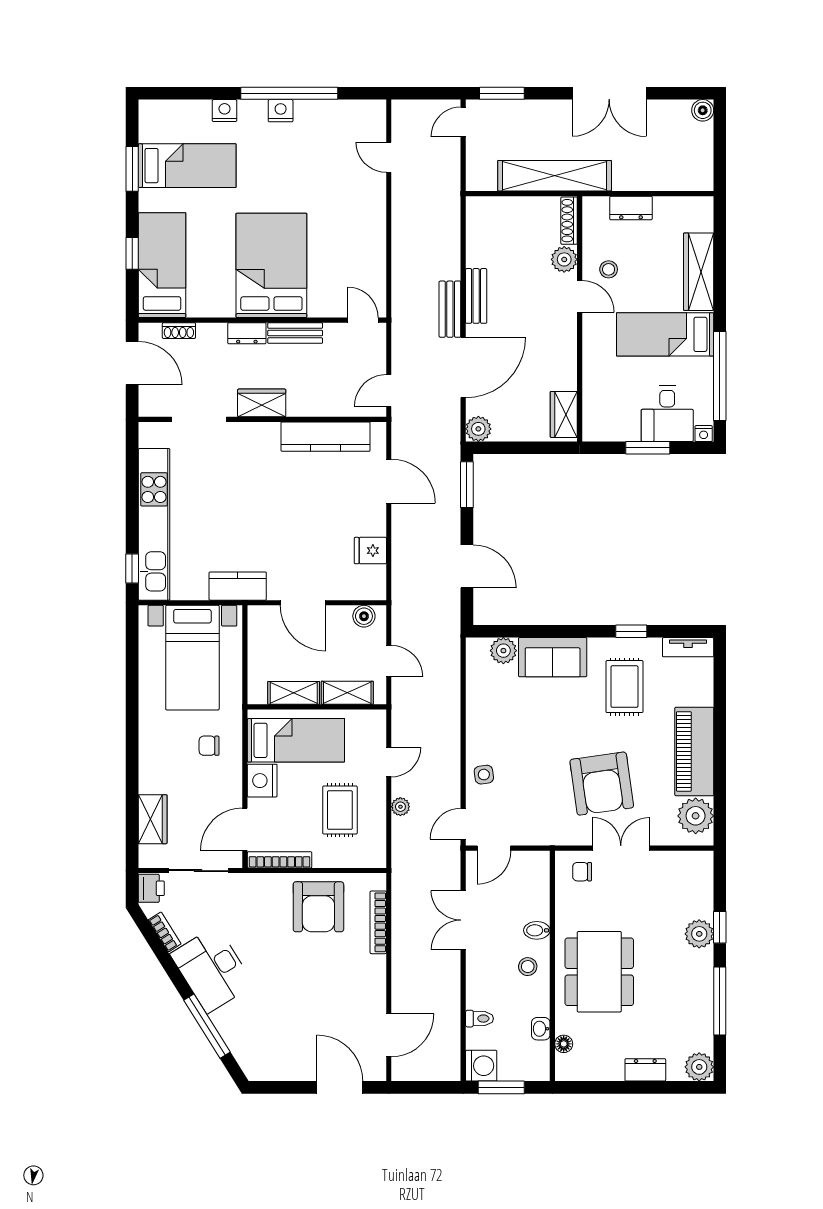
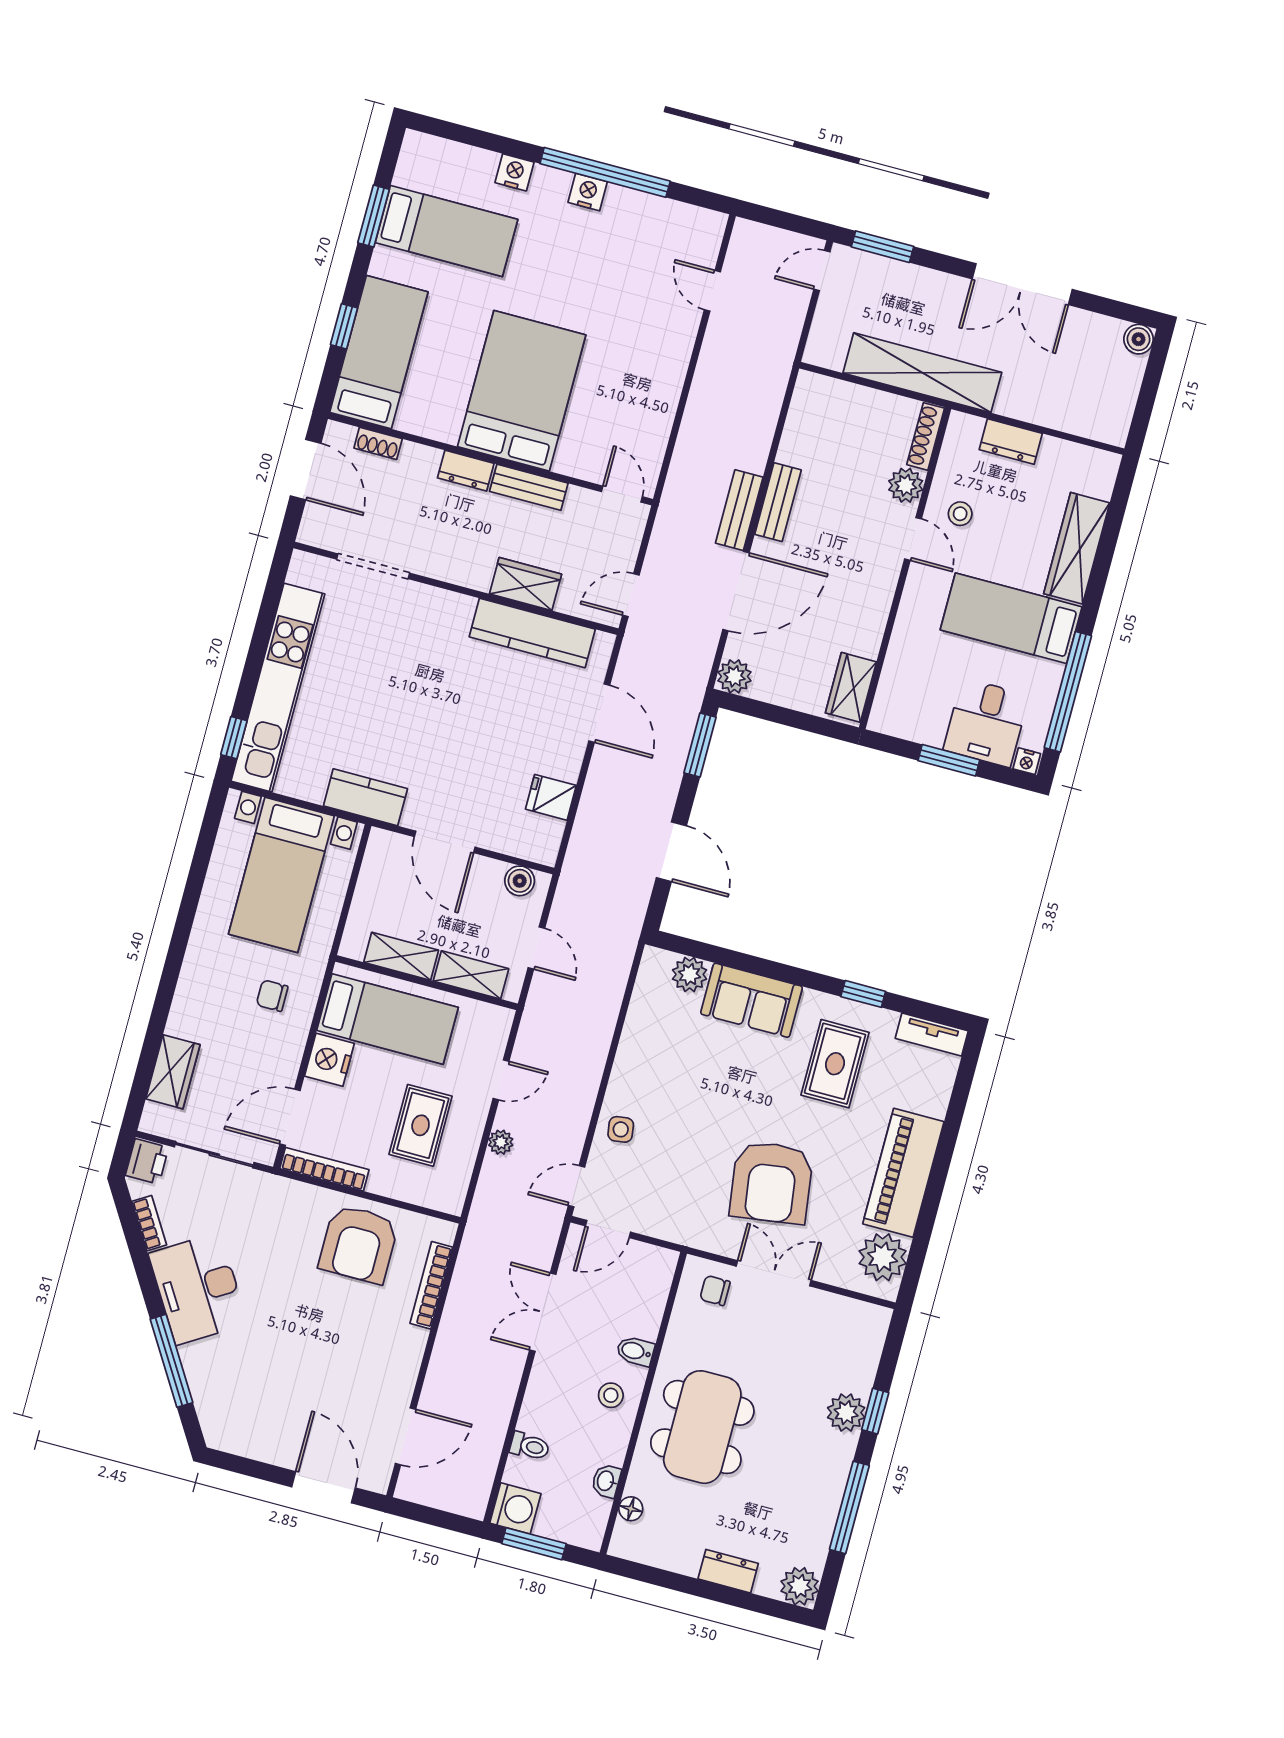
wardrobe: (262, 403) -> (525, 584), moved

